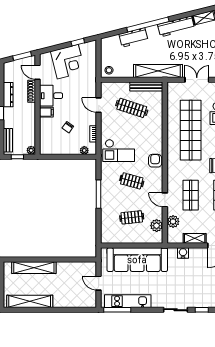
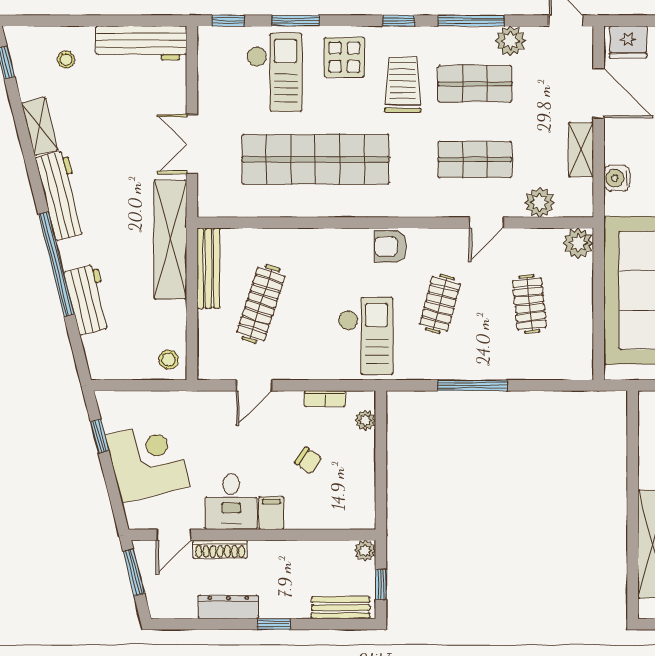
plant: (157, 226) -> (578, 243), moved

